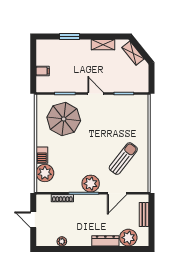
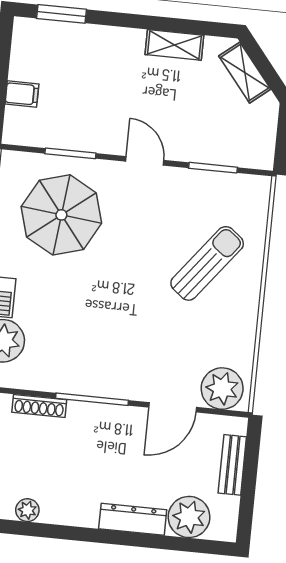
window: (69, 37) -> (62, 14), moved
sun lounger: (123, 159) -> (207, 263), moved
plant: (91, 184) -> (222, 389), moved

